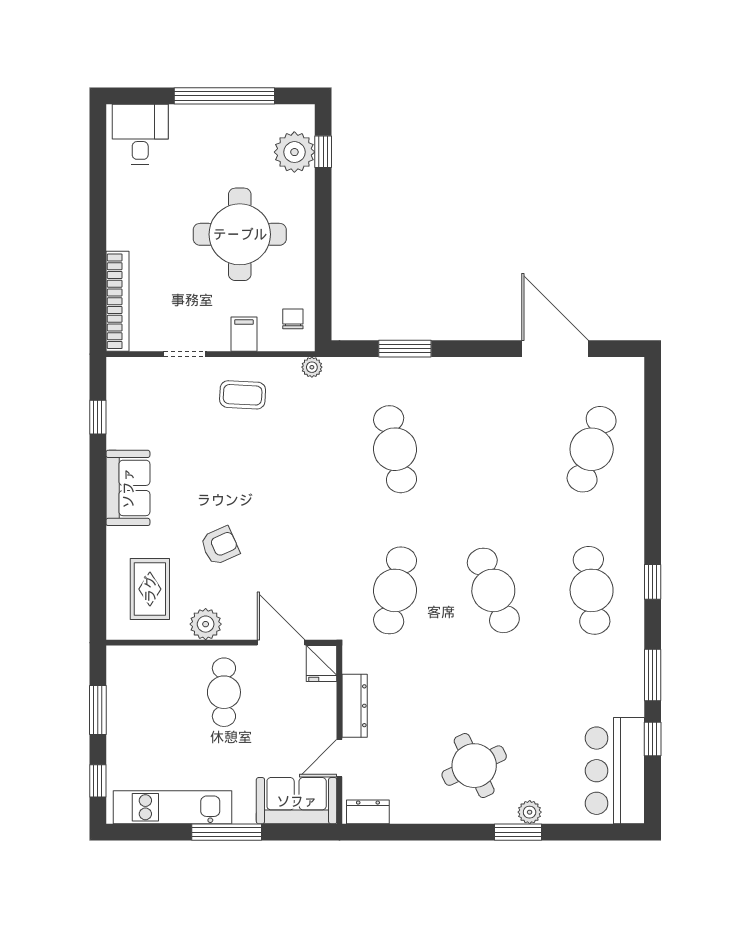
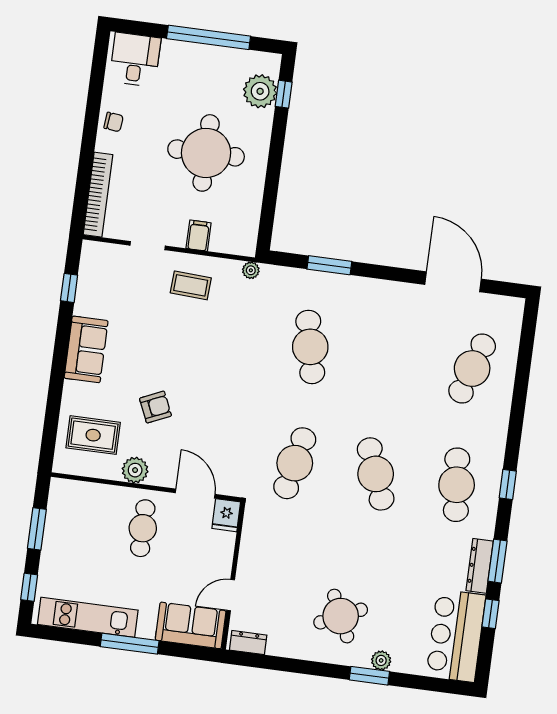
chair: (293, 319) -> (114, 122), moved, turned 96
rug: (150, 589) -> (93, 435), turned 90
dresser: (355, 706) -> (480, 566), moved, turned 180

